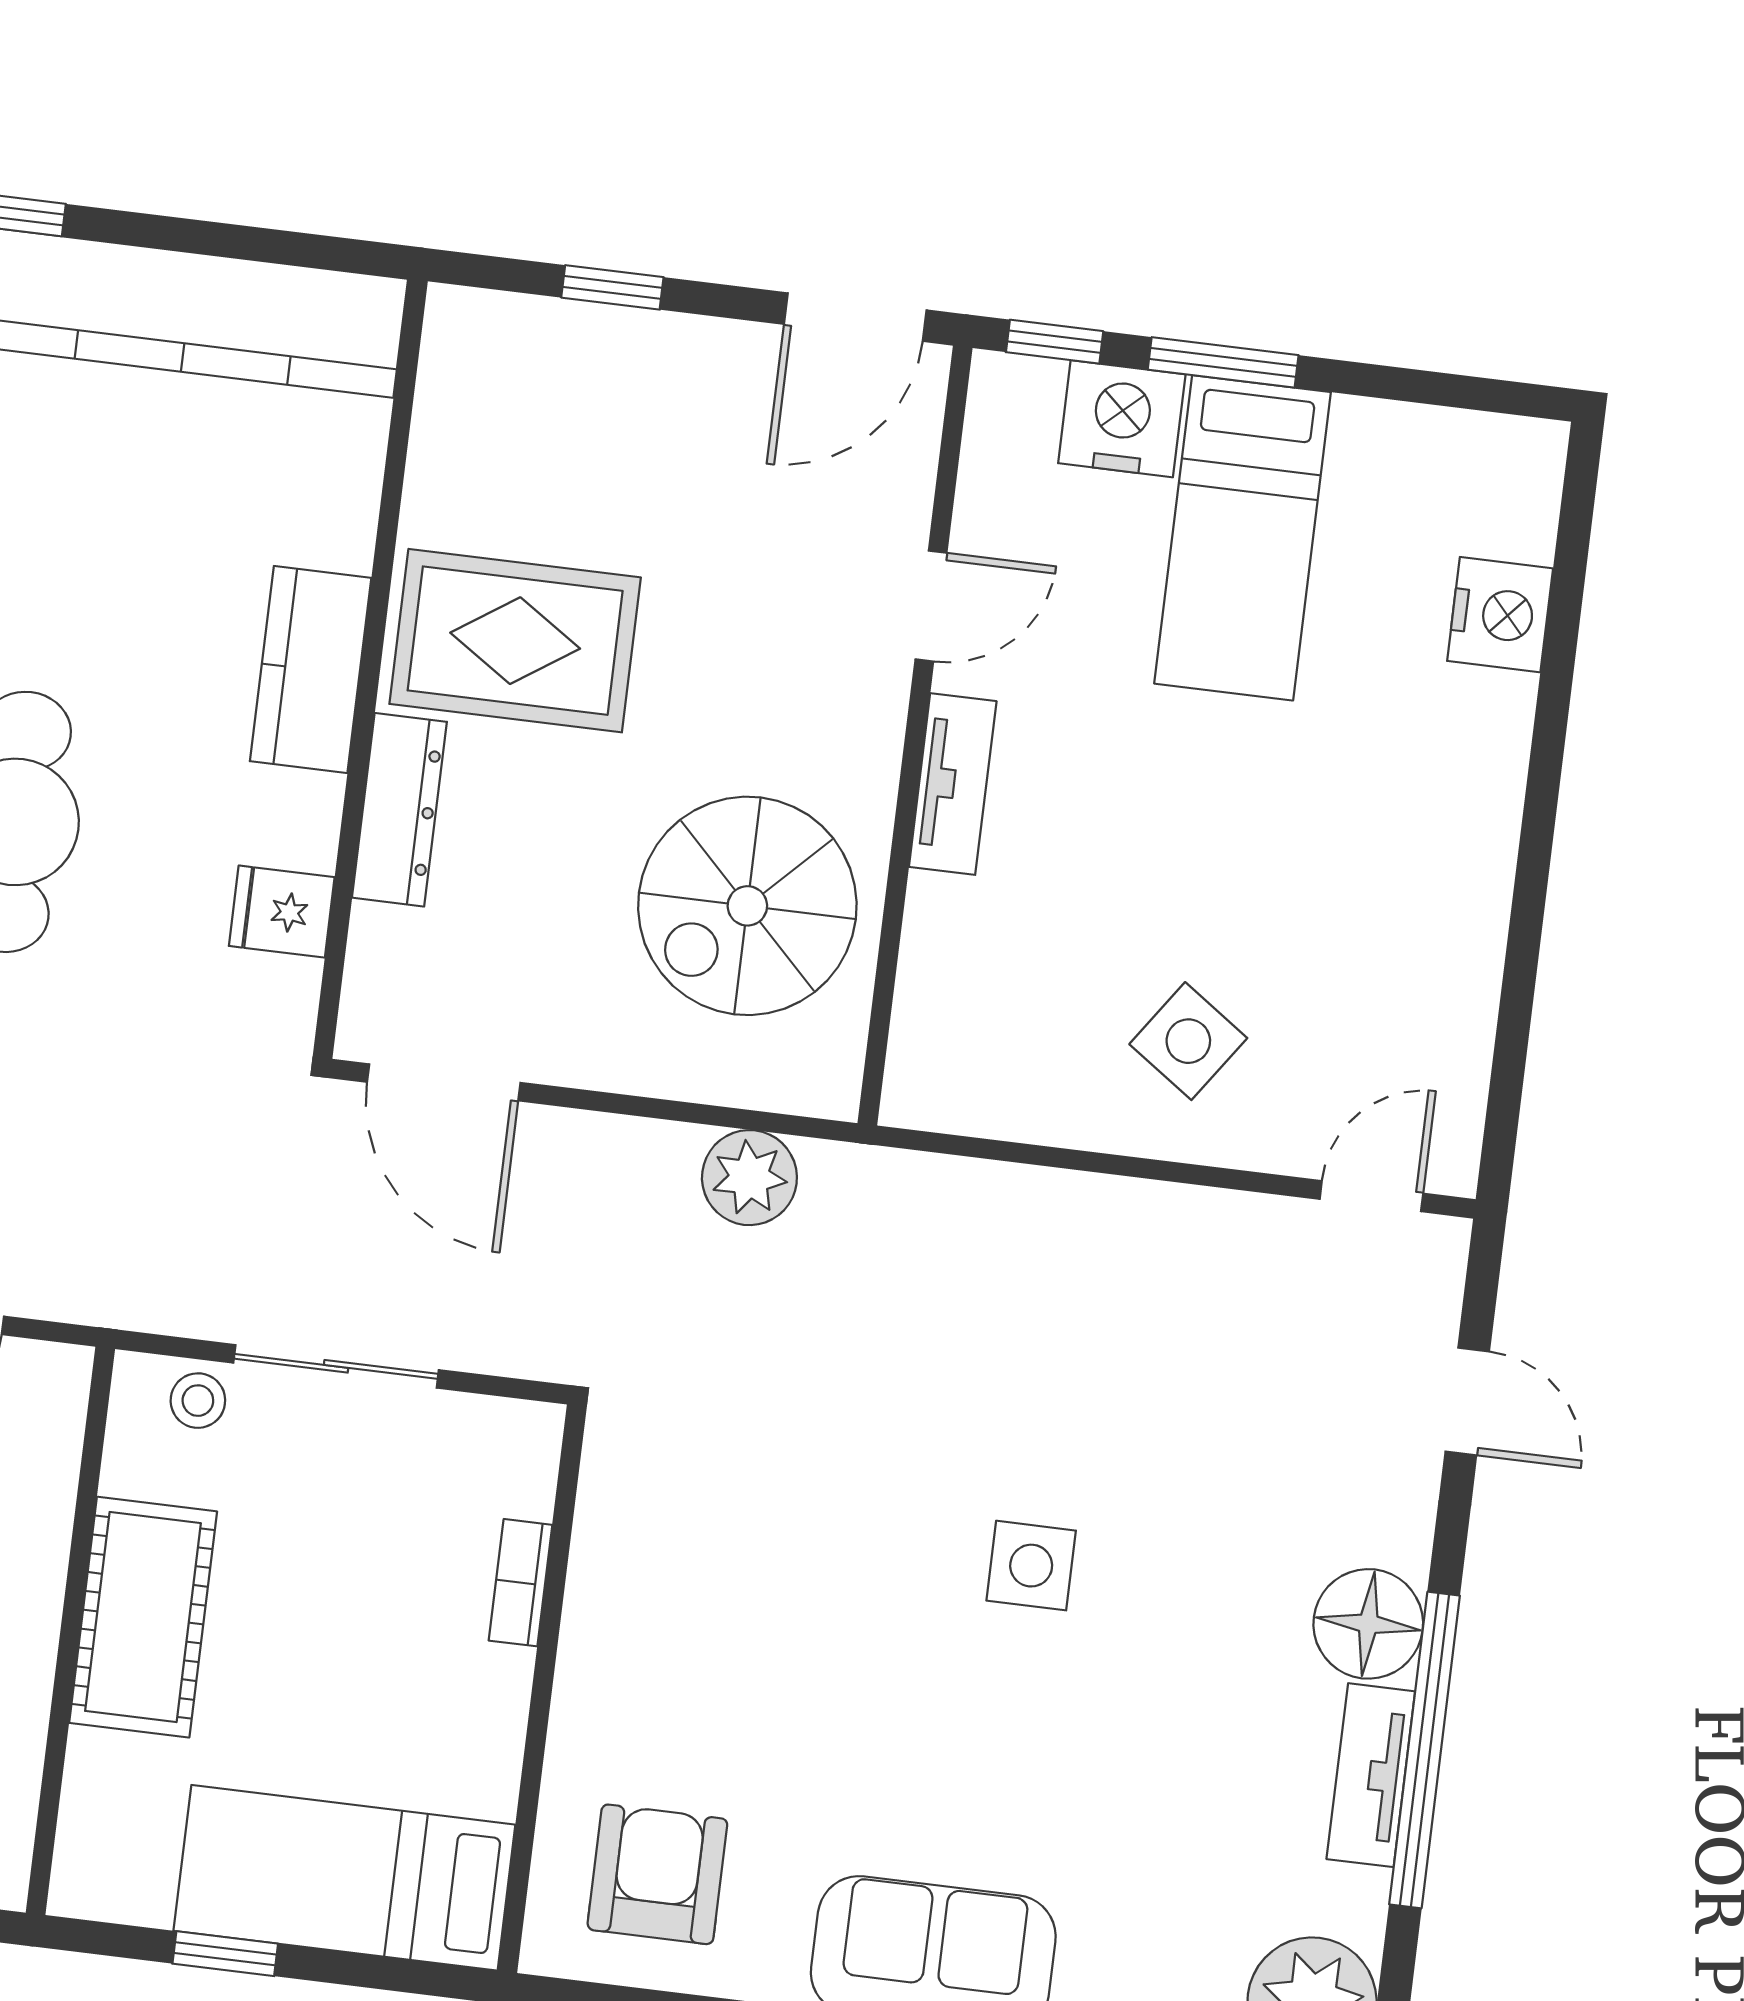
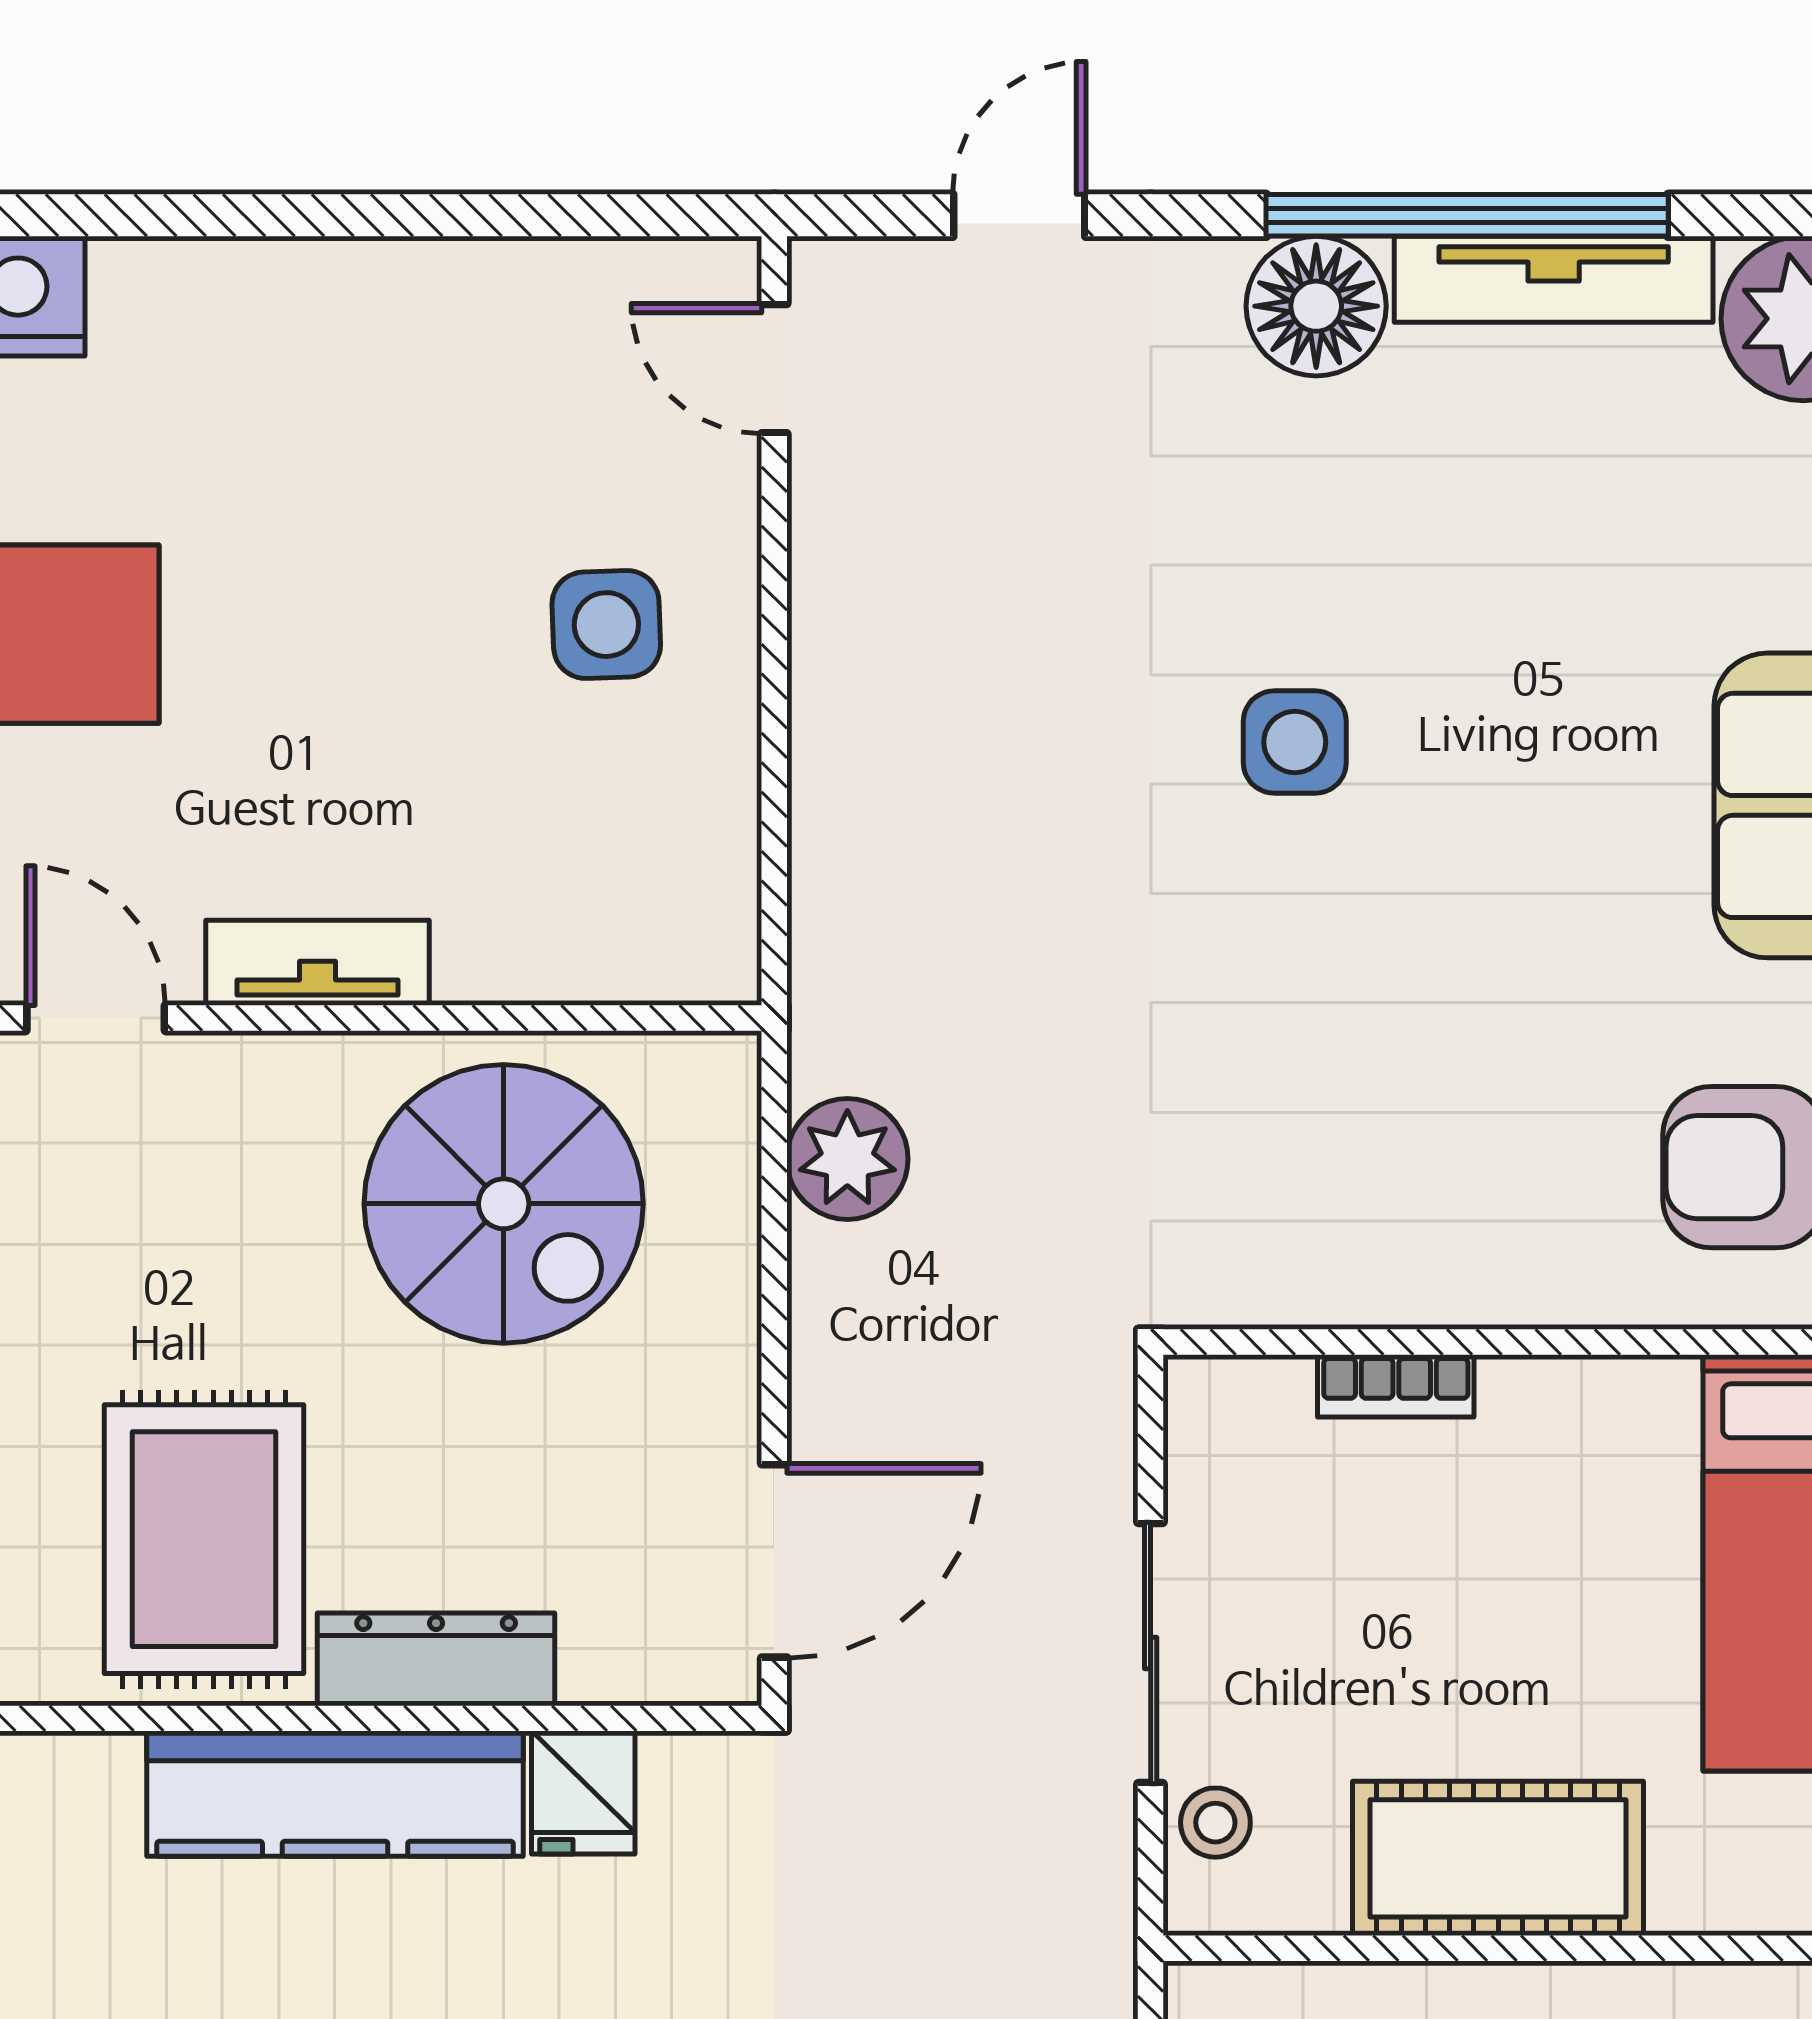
kitchen counter: (311, 670) -> (335, 1794), width x1.50
side table: (1188, 1041) -> (606, 625), turned -37
tv unit: (1371, 1775) -> (1554, 279), width x1.41

